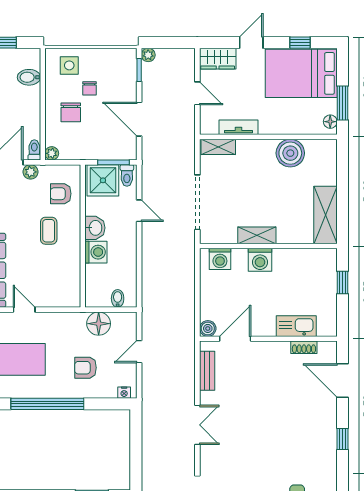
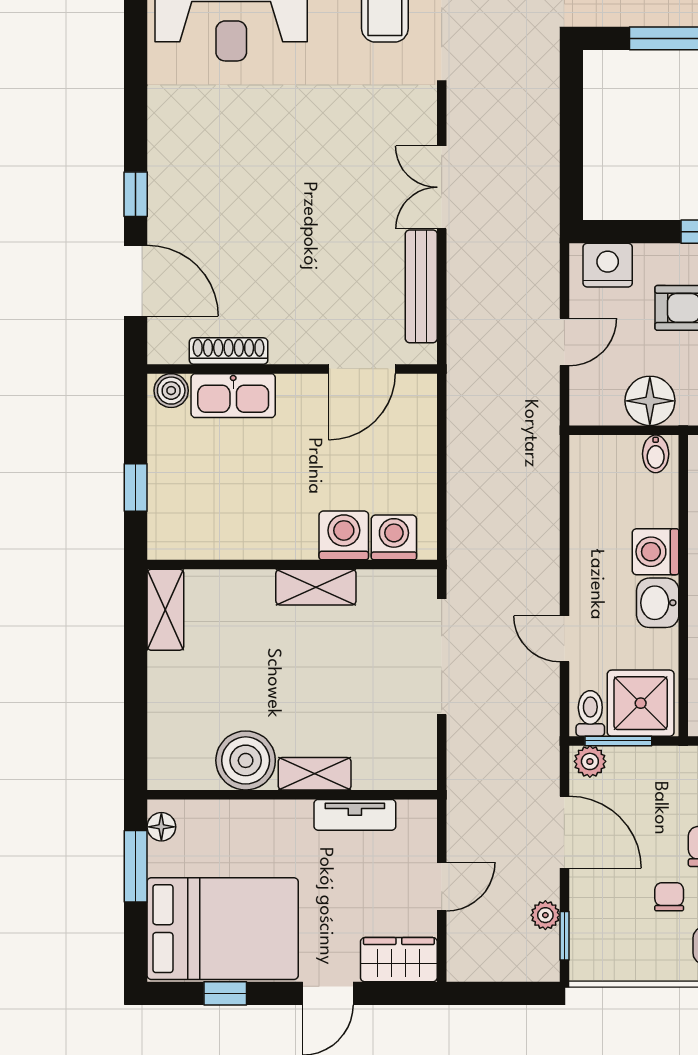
plant: (148, 55) -> (545, 915), moved
door: (197, 93) -> (442, 886), swing flipped
shelving: (218, 147) -> (315, 774), moved
plant: (127, 153) -> (590, 761), added
shelving: (325, 215) -> (165, 610), width x0.67, depth x0.75
washing machine: (260, 260) -> (344, 535), moved
bidet: (118, 298) -> (656, 454), moved
boiler: (208, 328) -> (171, 391), moved
shoe rack: (304, 347) -> (229, 351), width x1.43
bench: (207, 371) -> (421, 286), width x1.36
nightstand: (124, 393) -> (608, 265), width x1.89, depth x1.79
window: (342, 439) -> (136, 194), moved

